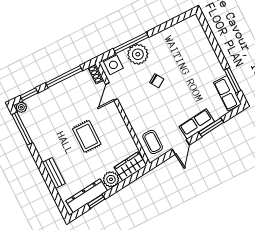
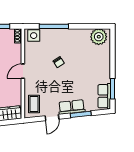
plant: (138, 54) -> (99, 37), moved
door: (112, 92) -> (23, 71), moved

